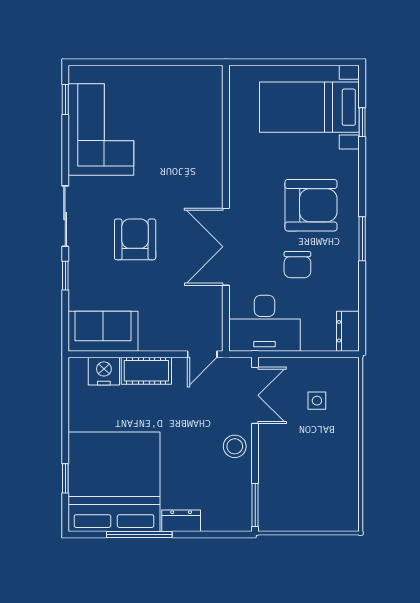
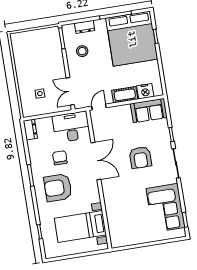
bed with nightstands: (309, 107) -> (80, 227), moved, turned 180
stool: (235, 446) -> (82, 51), moved
dresser: (181, 521) -> (85, 27), moved

